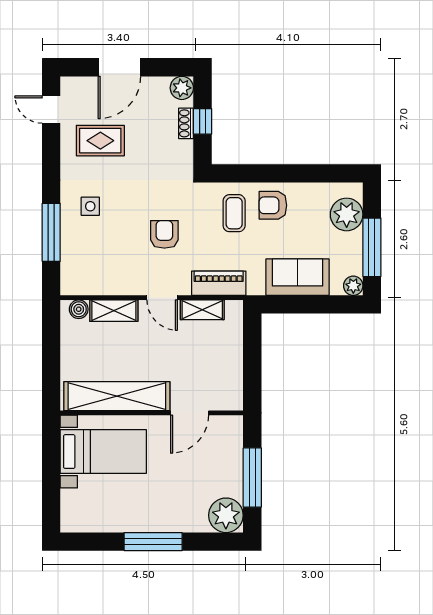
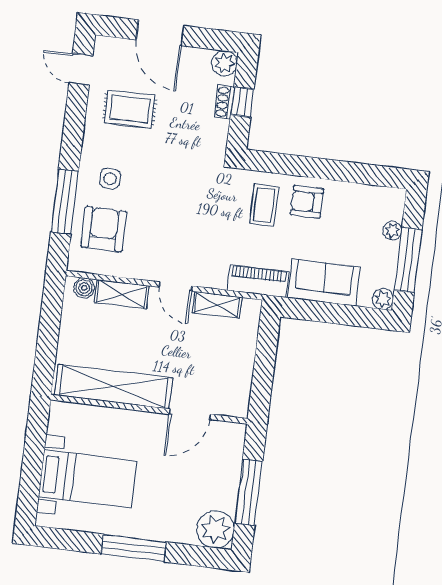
door: (119, 67) -> (160, 33), hinge flipped
plant: (347, 214) -> (392, 231), width x0.53, depth x0.53
armchair: (164, 234) -> (104, 229), moved, width x1.38, depth x1.38
piano: (219, 283) -> (258, 281), moved
bed with nightstands: (103, 452) -> (88, 479), moved

